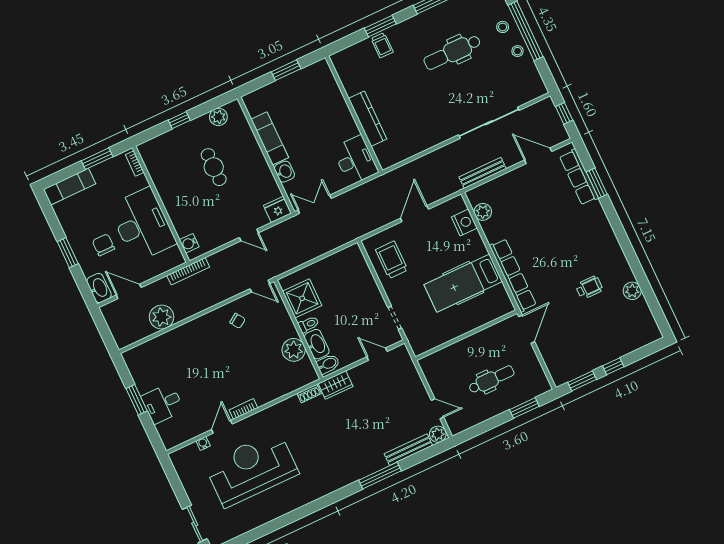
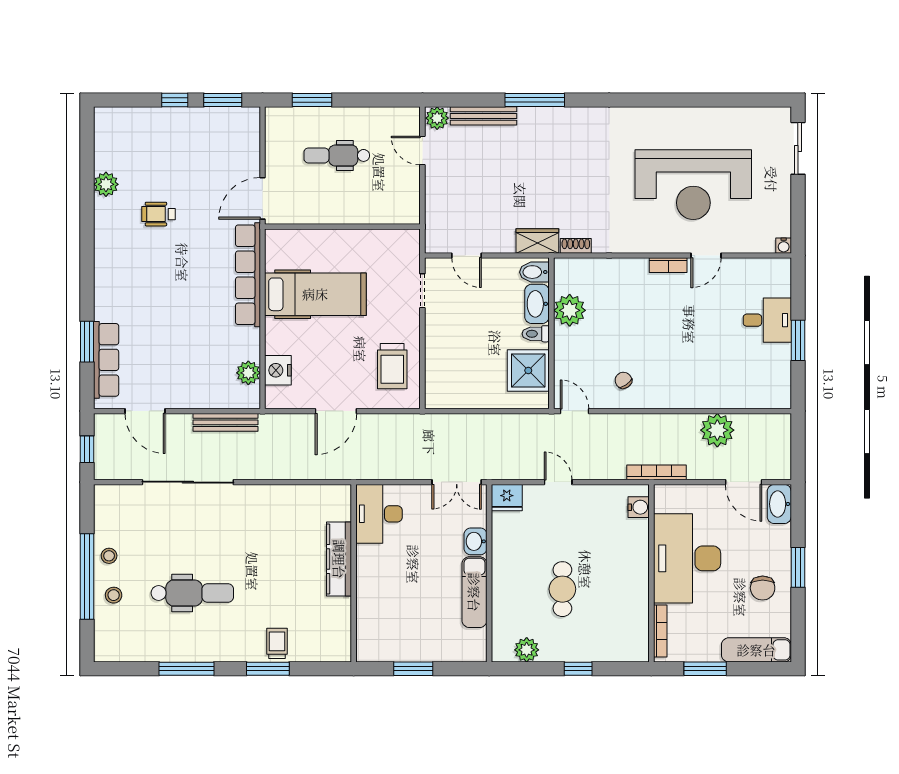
bookcase: (135, 163) -> (660, 631), width x1.56
chair: (103, 245) -> (763, 588), moved
water cooler: (203, 443) -> (784, 246), moved

